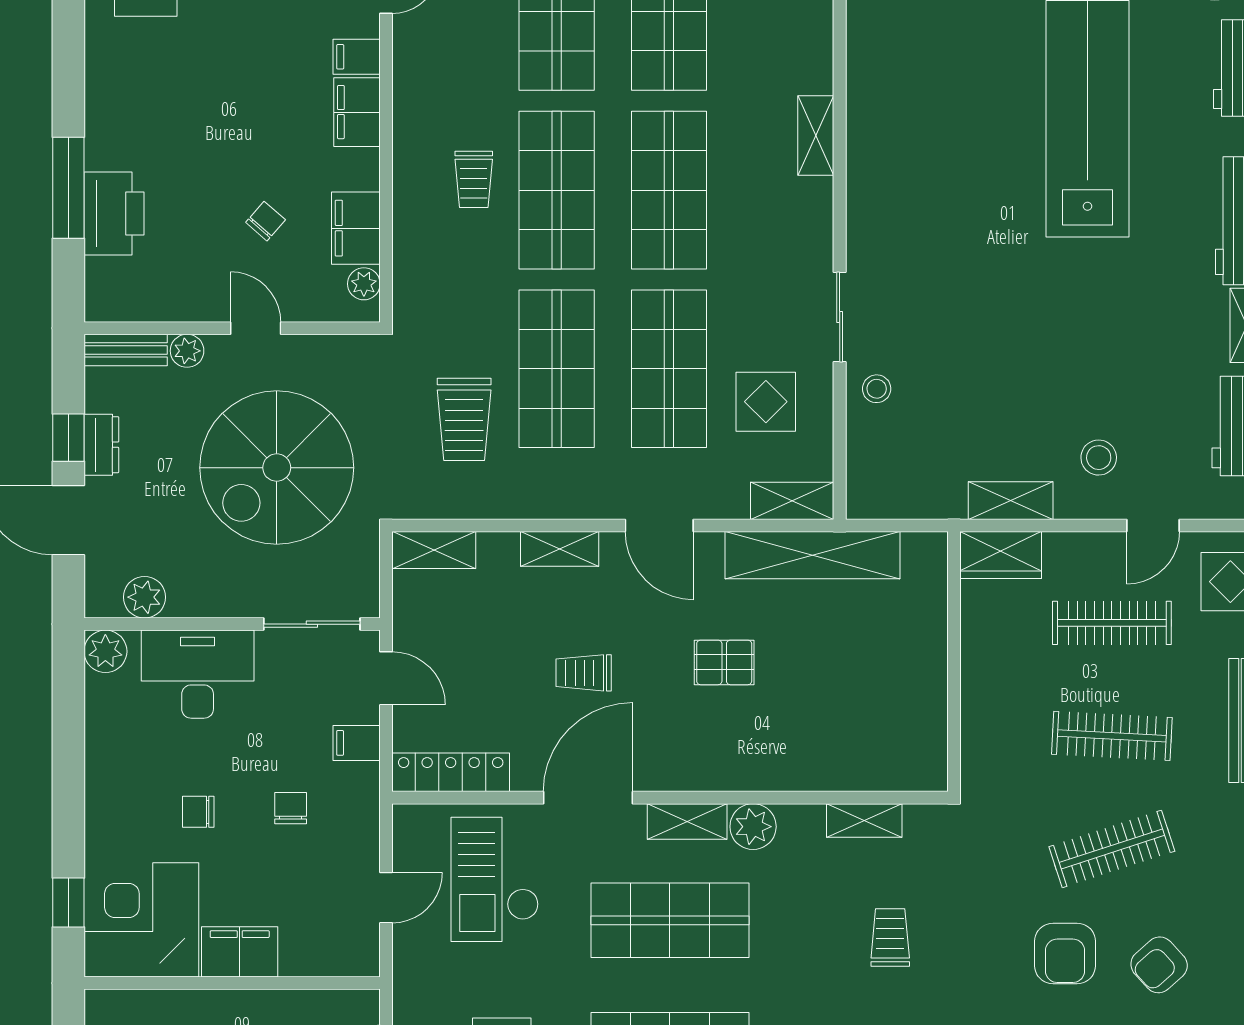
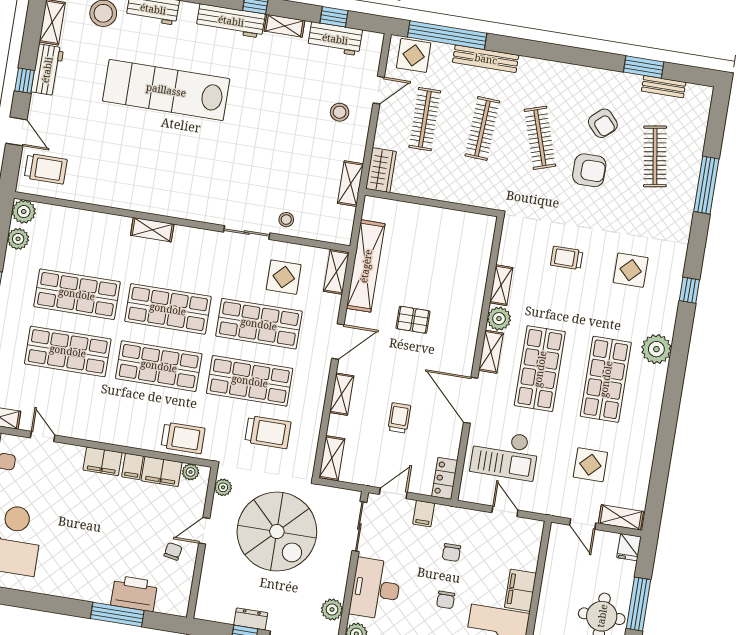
filing cabinet: (357, 57) -> (133, 466), moved
trolley: (474, 179) -> (183, 438), moved, width x1.36, depth x1.39
chair: (266, 221) -> (173, 551), moved, turned 59
bench: (126, 350) -> (205, 599), removed
plant: (187, 351) -> (223, 487), moved
shelving: (1011, 501) -> (350, 184), moved
door: (1153, 525) -> (379, 90), hinge flipped
pallet: (724, 662) -> (413, 320), turned 90
trolley: (584, 673) -> (399, 418), moved, turned 180
locker: (451, 772) -> (445, 478), width x0.66
chair: (291, 808) -> (451, 553), turned -90
shelving: (864, 820) -> (501, 285), moved

